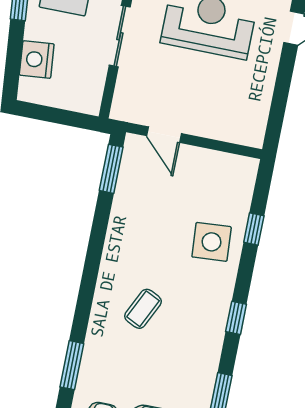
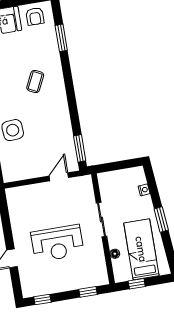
nightstand: (37, 60) -> (144, 190), width x0.53, depth x0.56
door: (164, 135) -> (59, 177), hinge flipped

